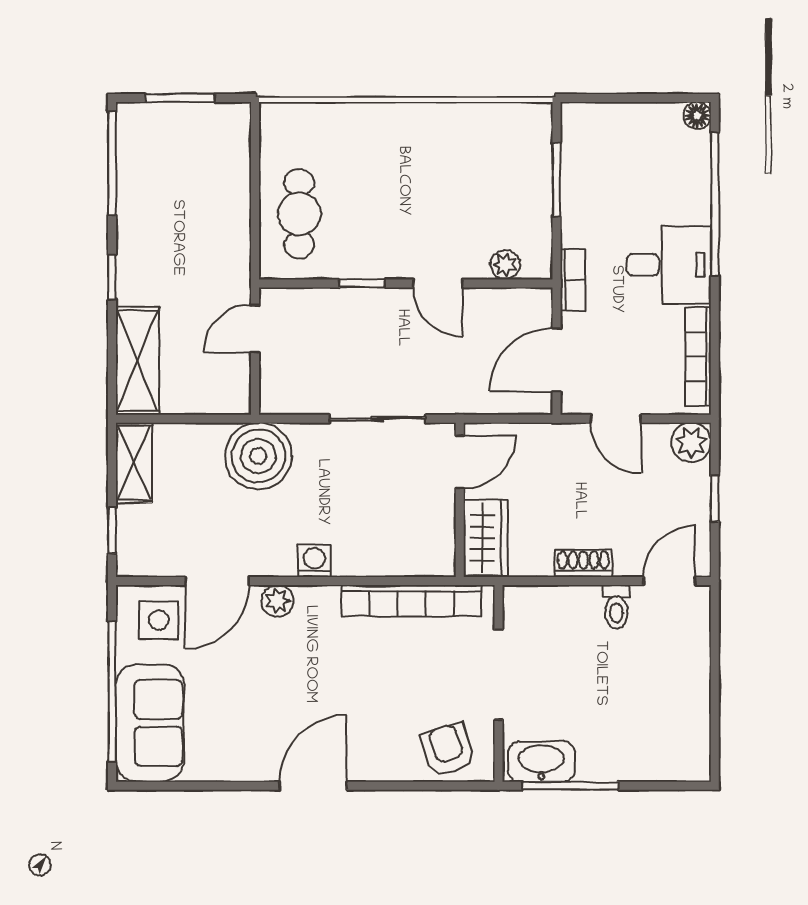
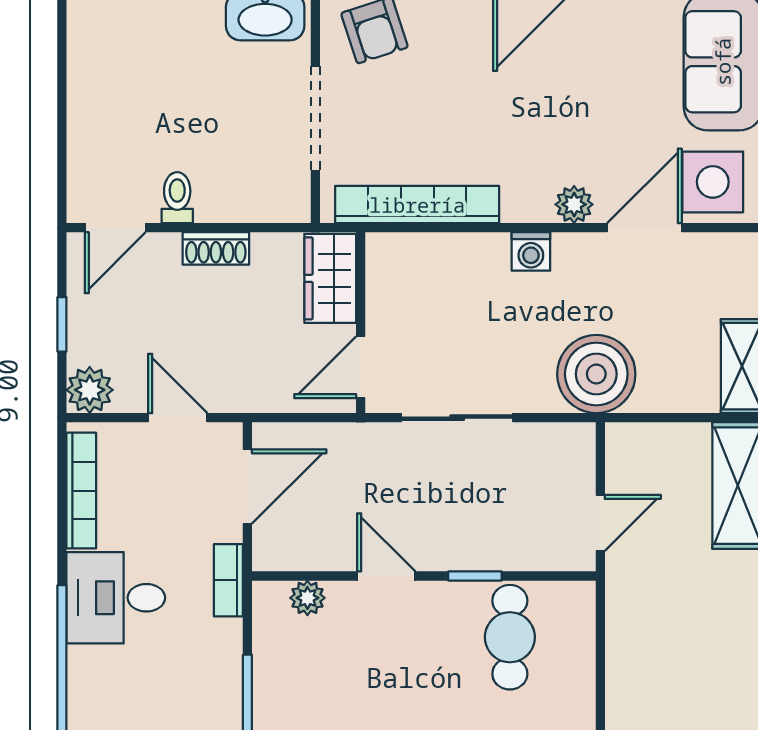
cafe table: (299, 214) -> (510, 637), moved
side table: (159, 620) -> (713, 182), width x1.37, depth x1.37

